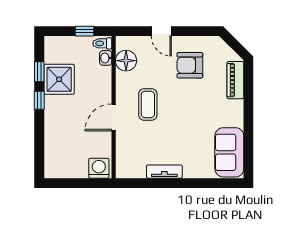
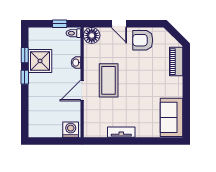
washbasin: (106, 58) -> (76, 63), moved
floor lamp: (126, 61) -> (92, 35), moved
armchair: (190, 65) -> (143, 40), moved
coffee table: (148, 104) -> (109, 80), width x1.36, depth x1.32

